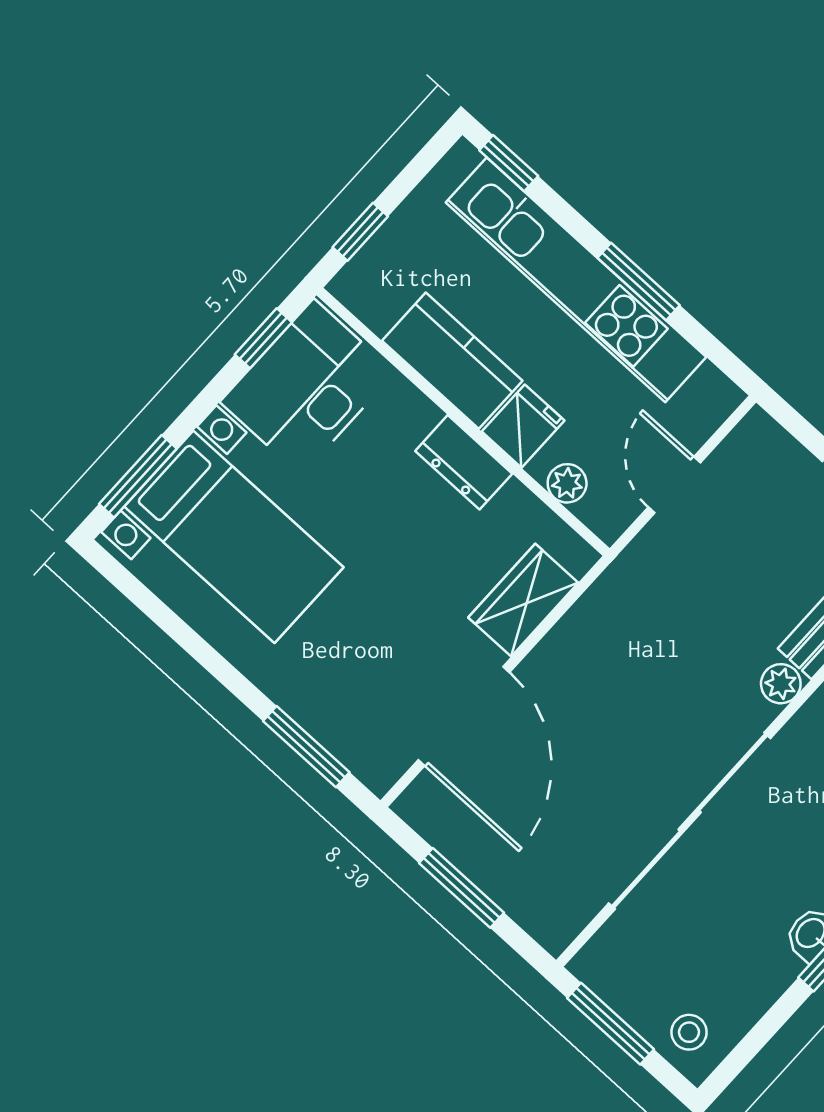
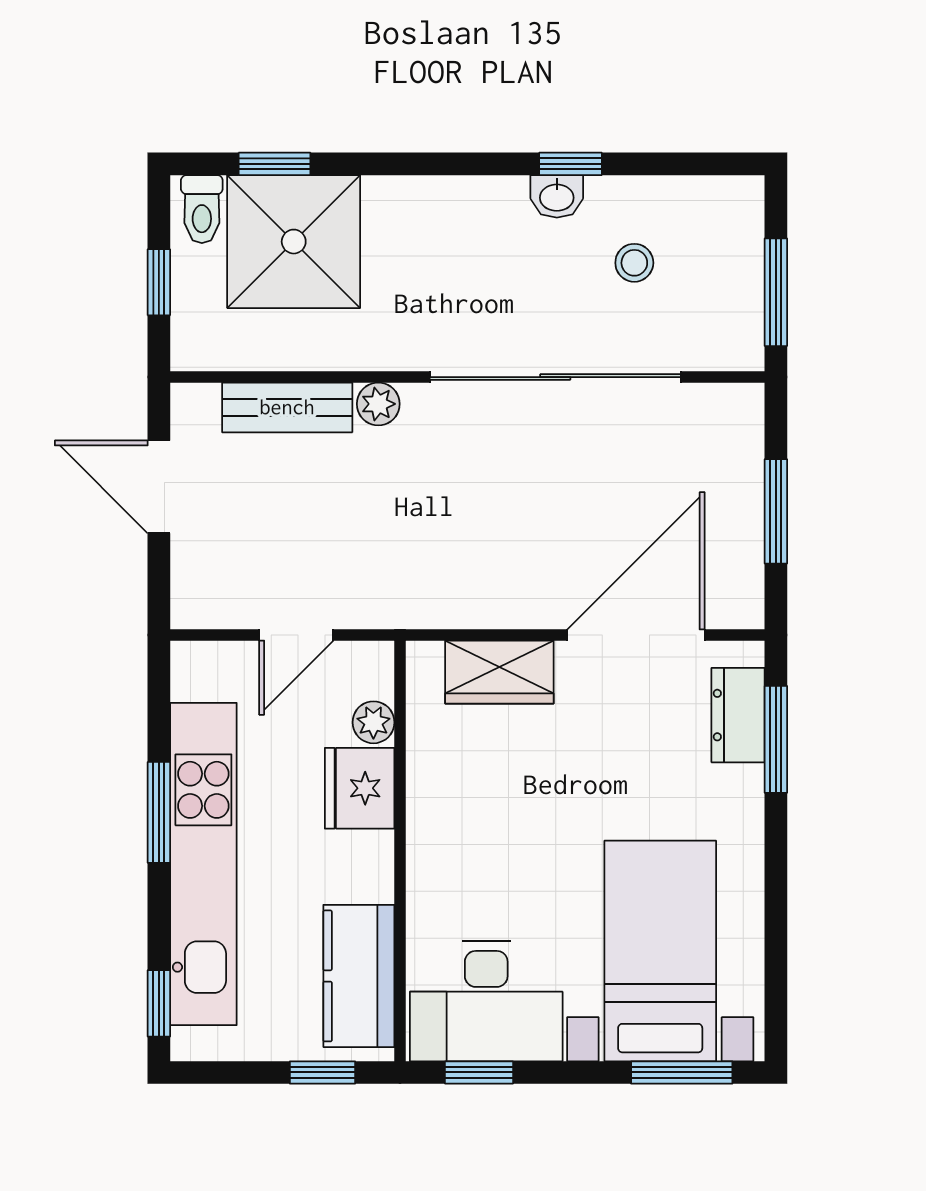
kitchen counter: (452, 361) -> (359, 976), moved
fridge: (523, 426) -> (360, 788), width x1.38
dresser: (464, 462) -> (738, 715), moved, turned 180
stool: (689, 1032) -> (634, 263), moved

